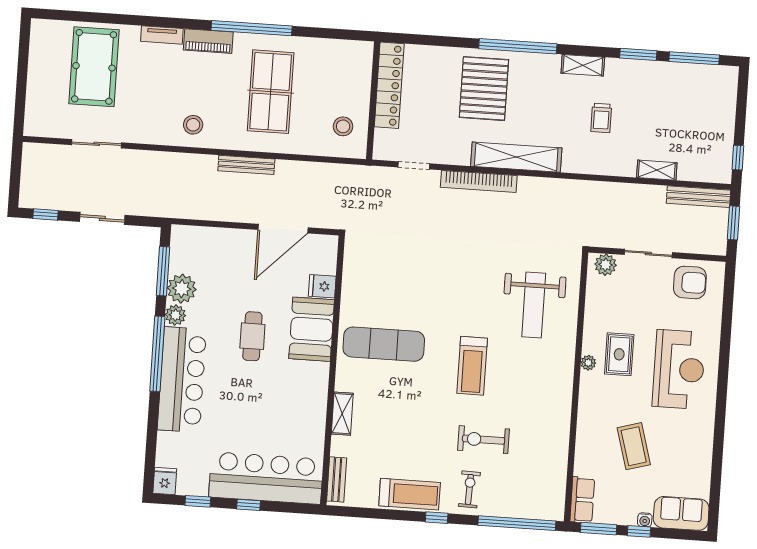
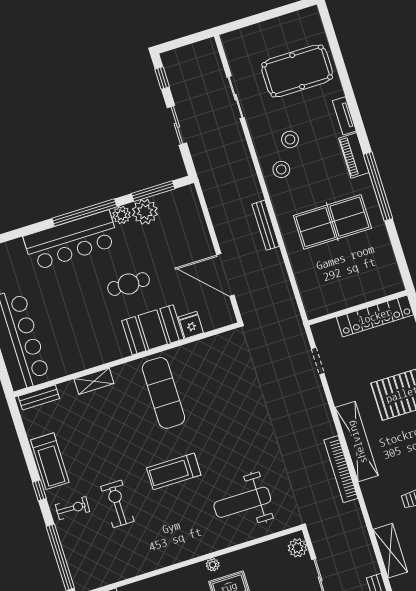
stool: (343, 126) -> (290, 139), moved
shelving: (657, 170) -> (390, 551), width x1.50, depth x1.33
bookcase: (479, 181) -> (341, 469), moved

